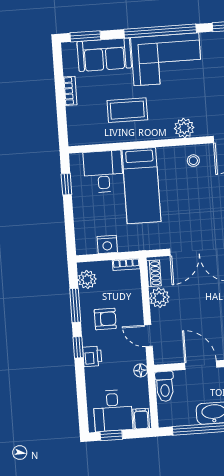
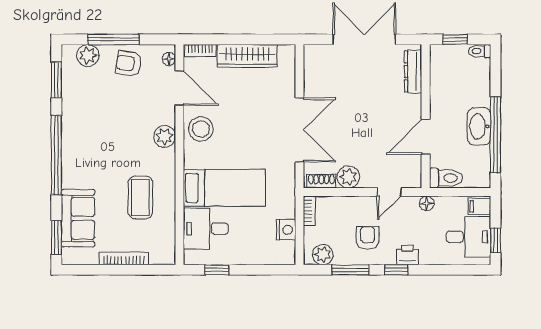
corner sofa: (166, 59) -> (88, 151), removed
bookcase: (70, 91) -> (124, 259), width x1.56
stool: (193, 161) -> (201, 129), width x1.89, depth x1.89

